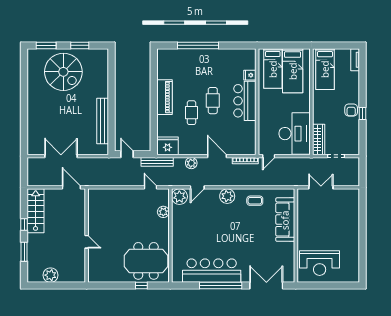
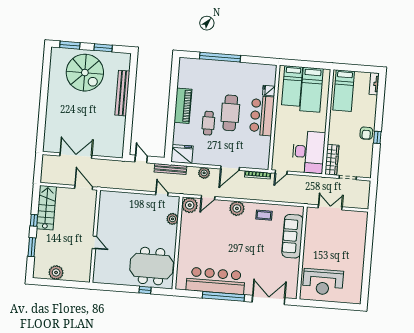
cafe table: (213, 101) -> (230, 113), width x1.37, depth x1.35
bench: (103, 121) -> (122, 93), moved
door: (217, 156) -> (230, 168), swing flipped

